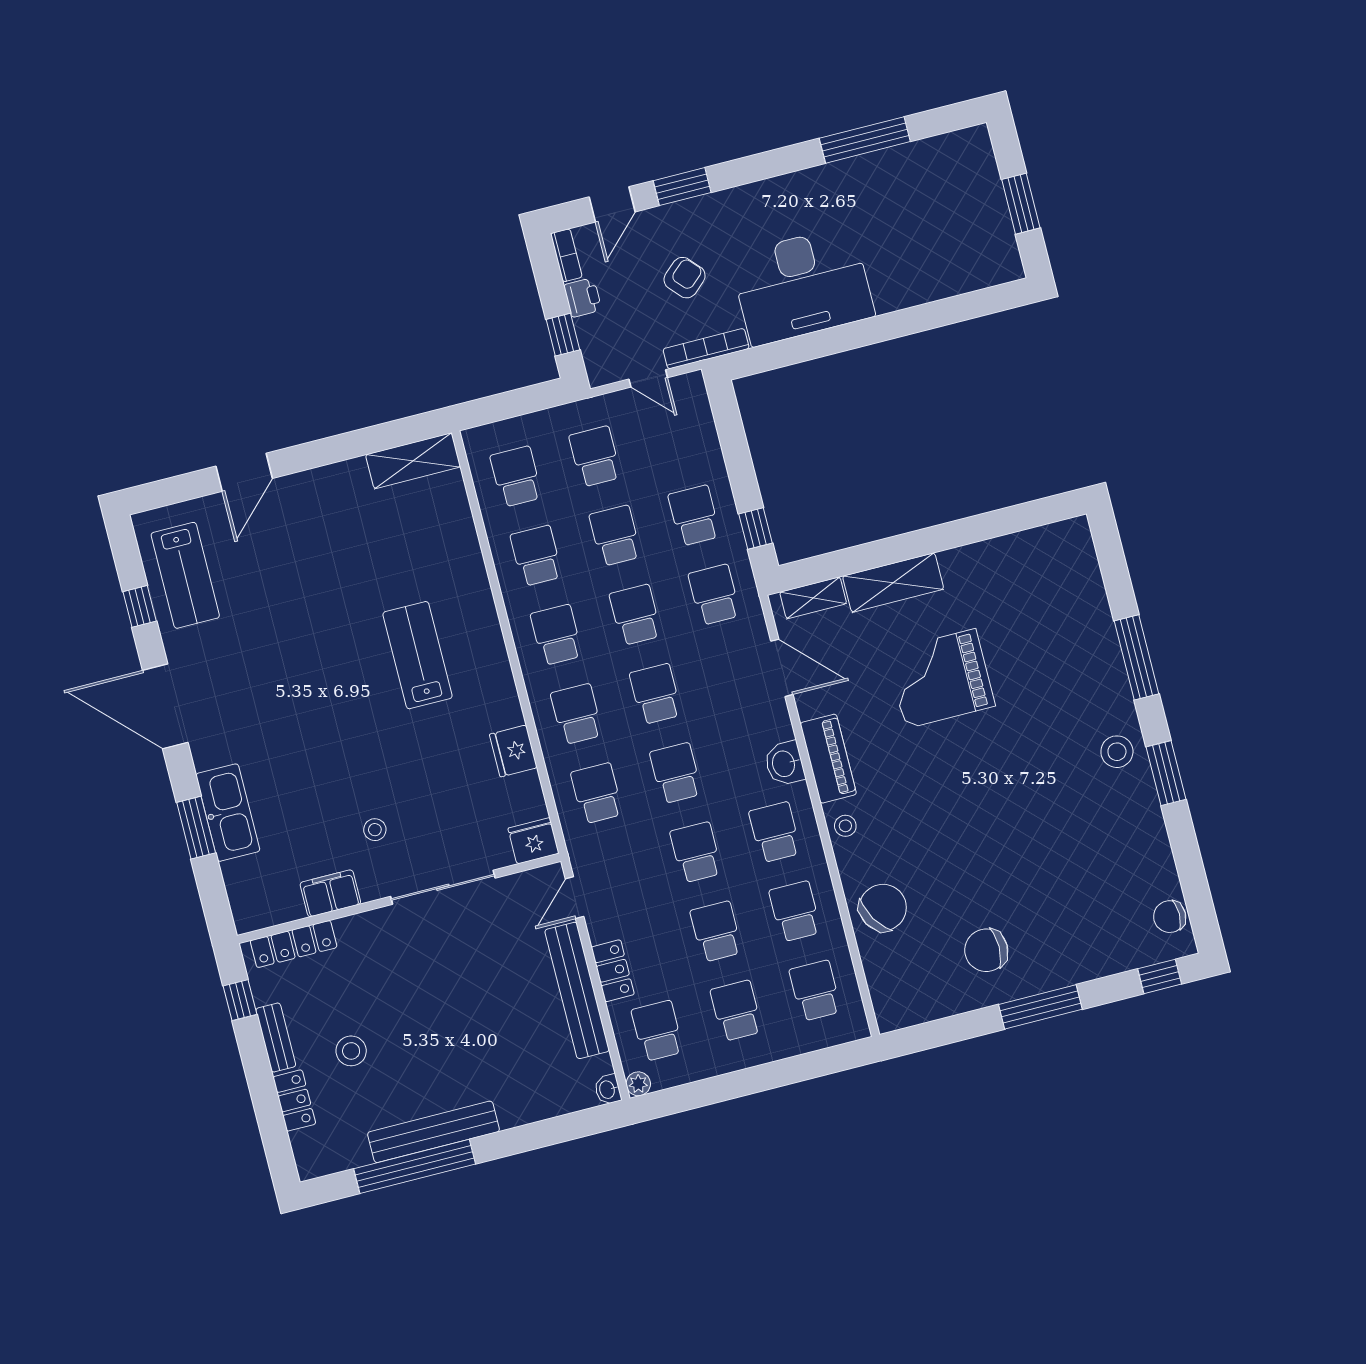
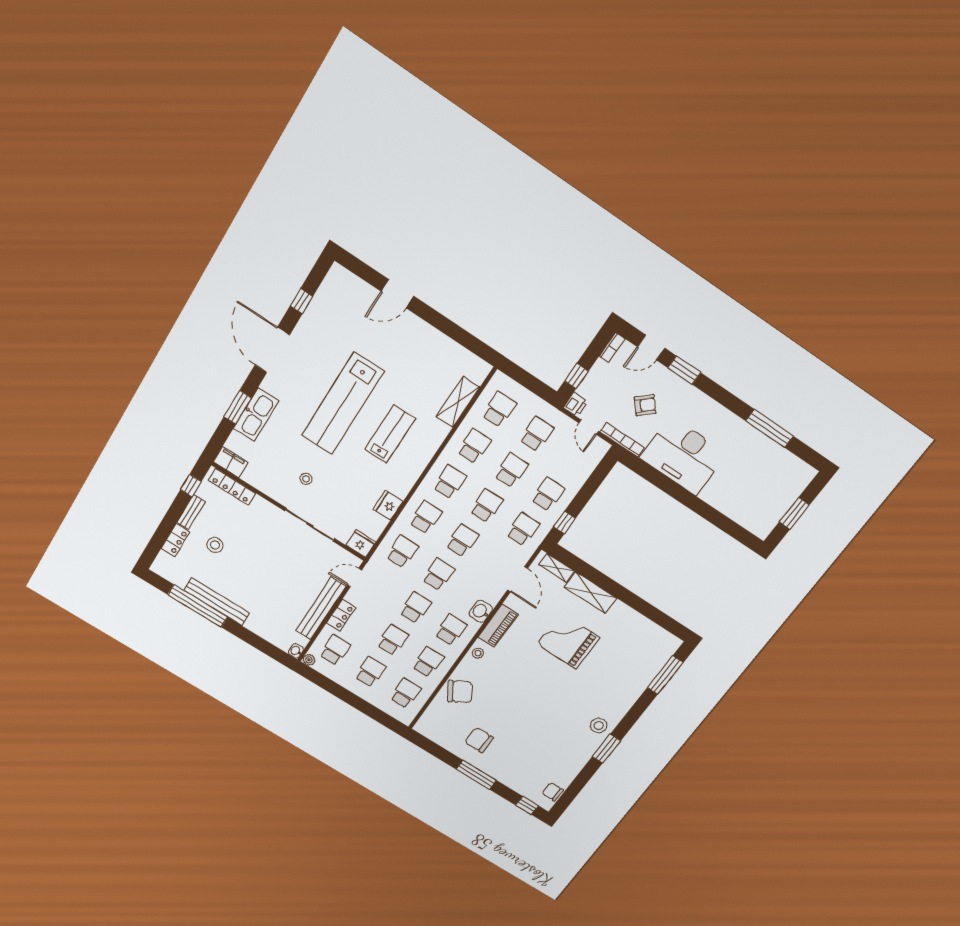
printer: (583, 298) -> (576, 404), moved
shelving: (413, 461) -> (458, 402), moved, turned 90
lab bench: (185, 575) -> (343, 403), moved, width x1.86, depth x1.39
window: (1137, 657) -> (665, 675), moved
filing cabinet: (330, 893) -> (231, 462), moved

